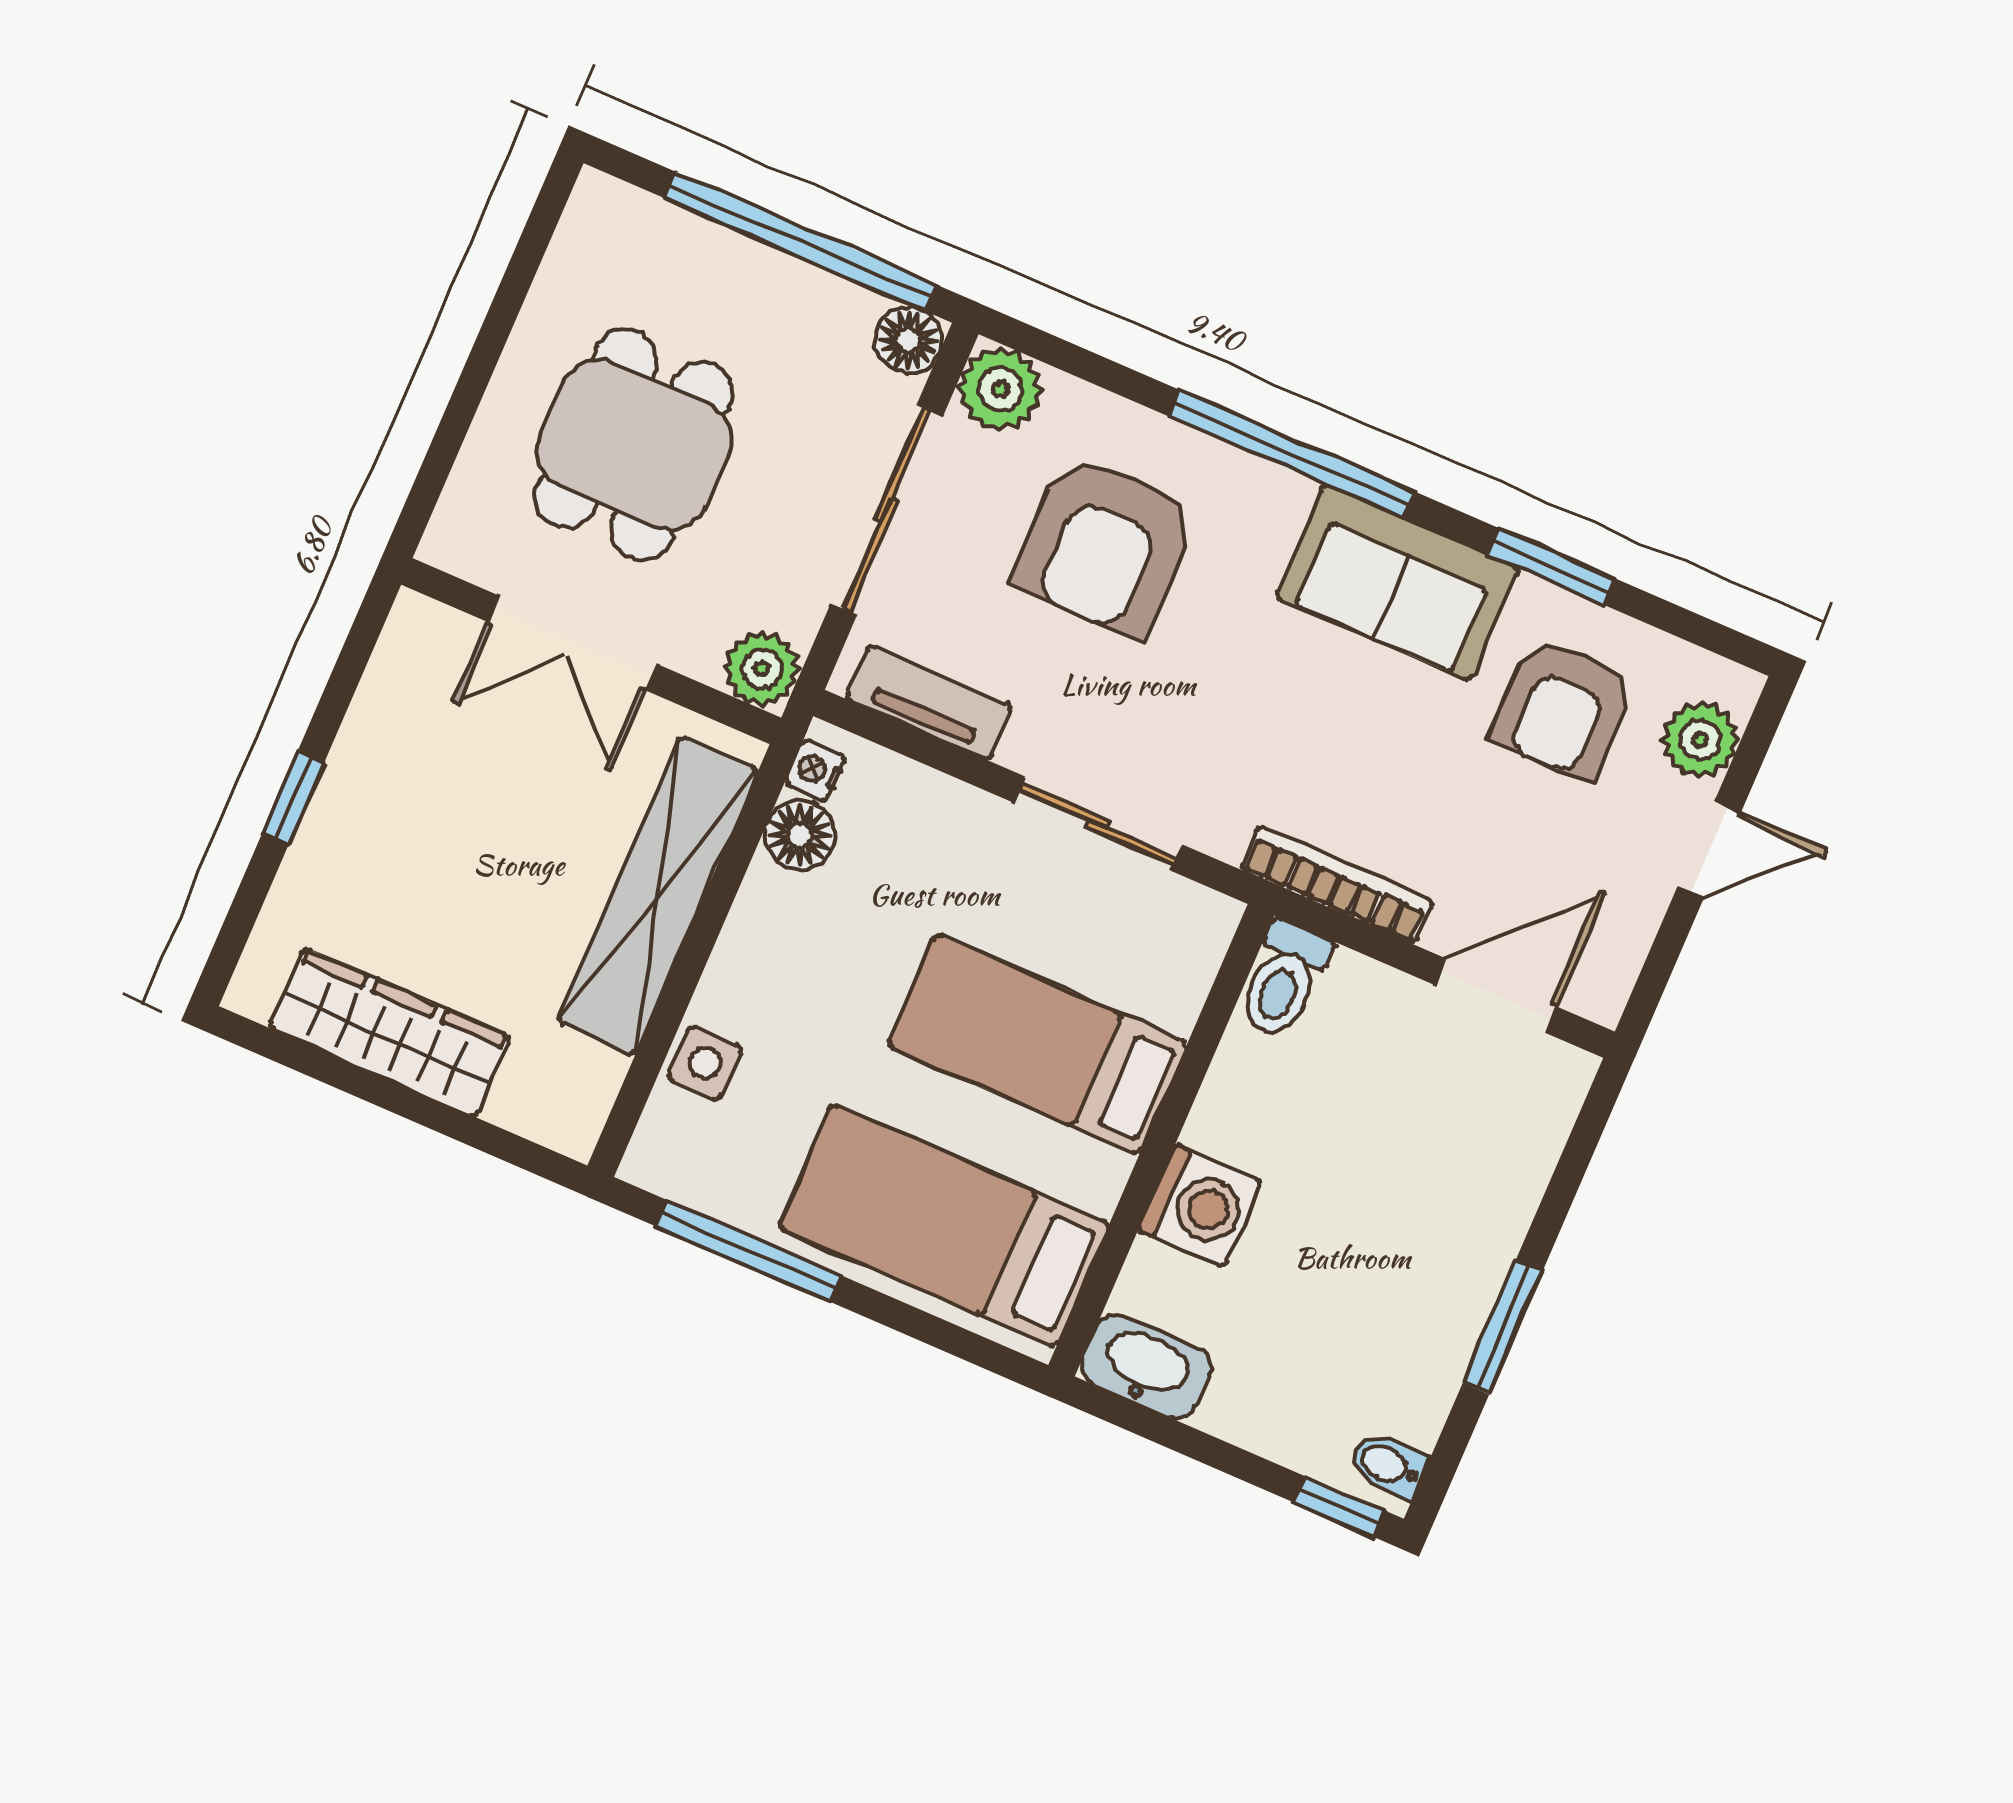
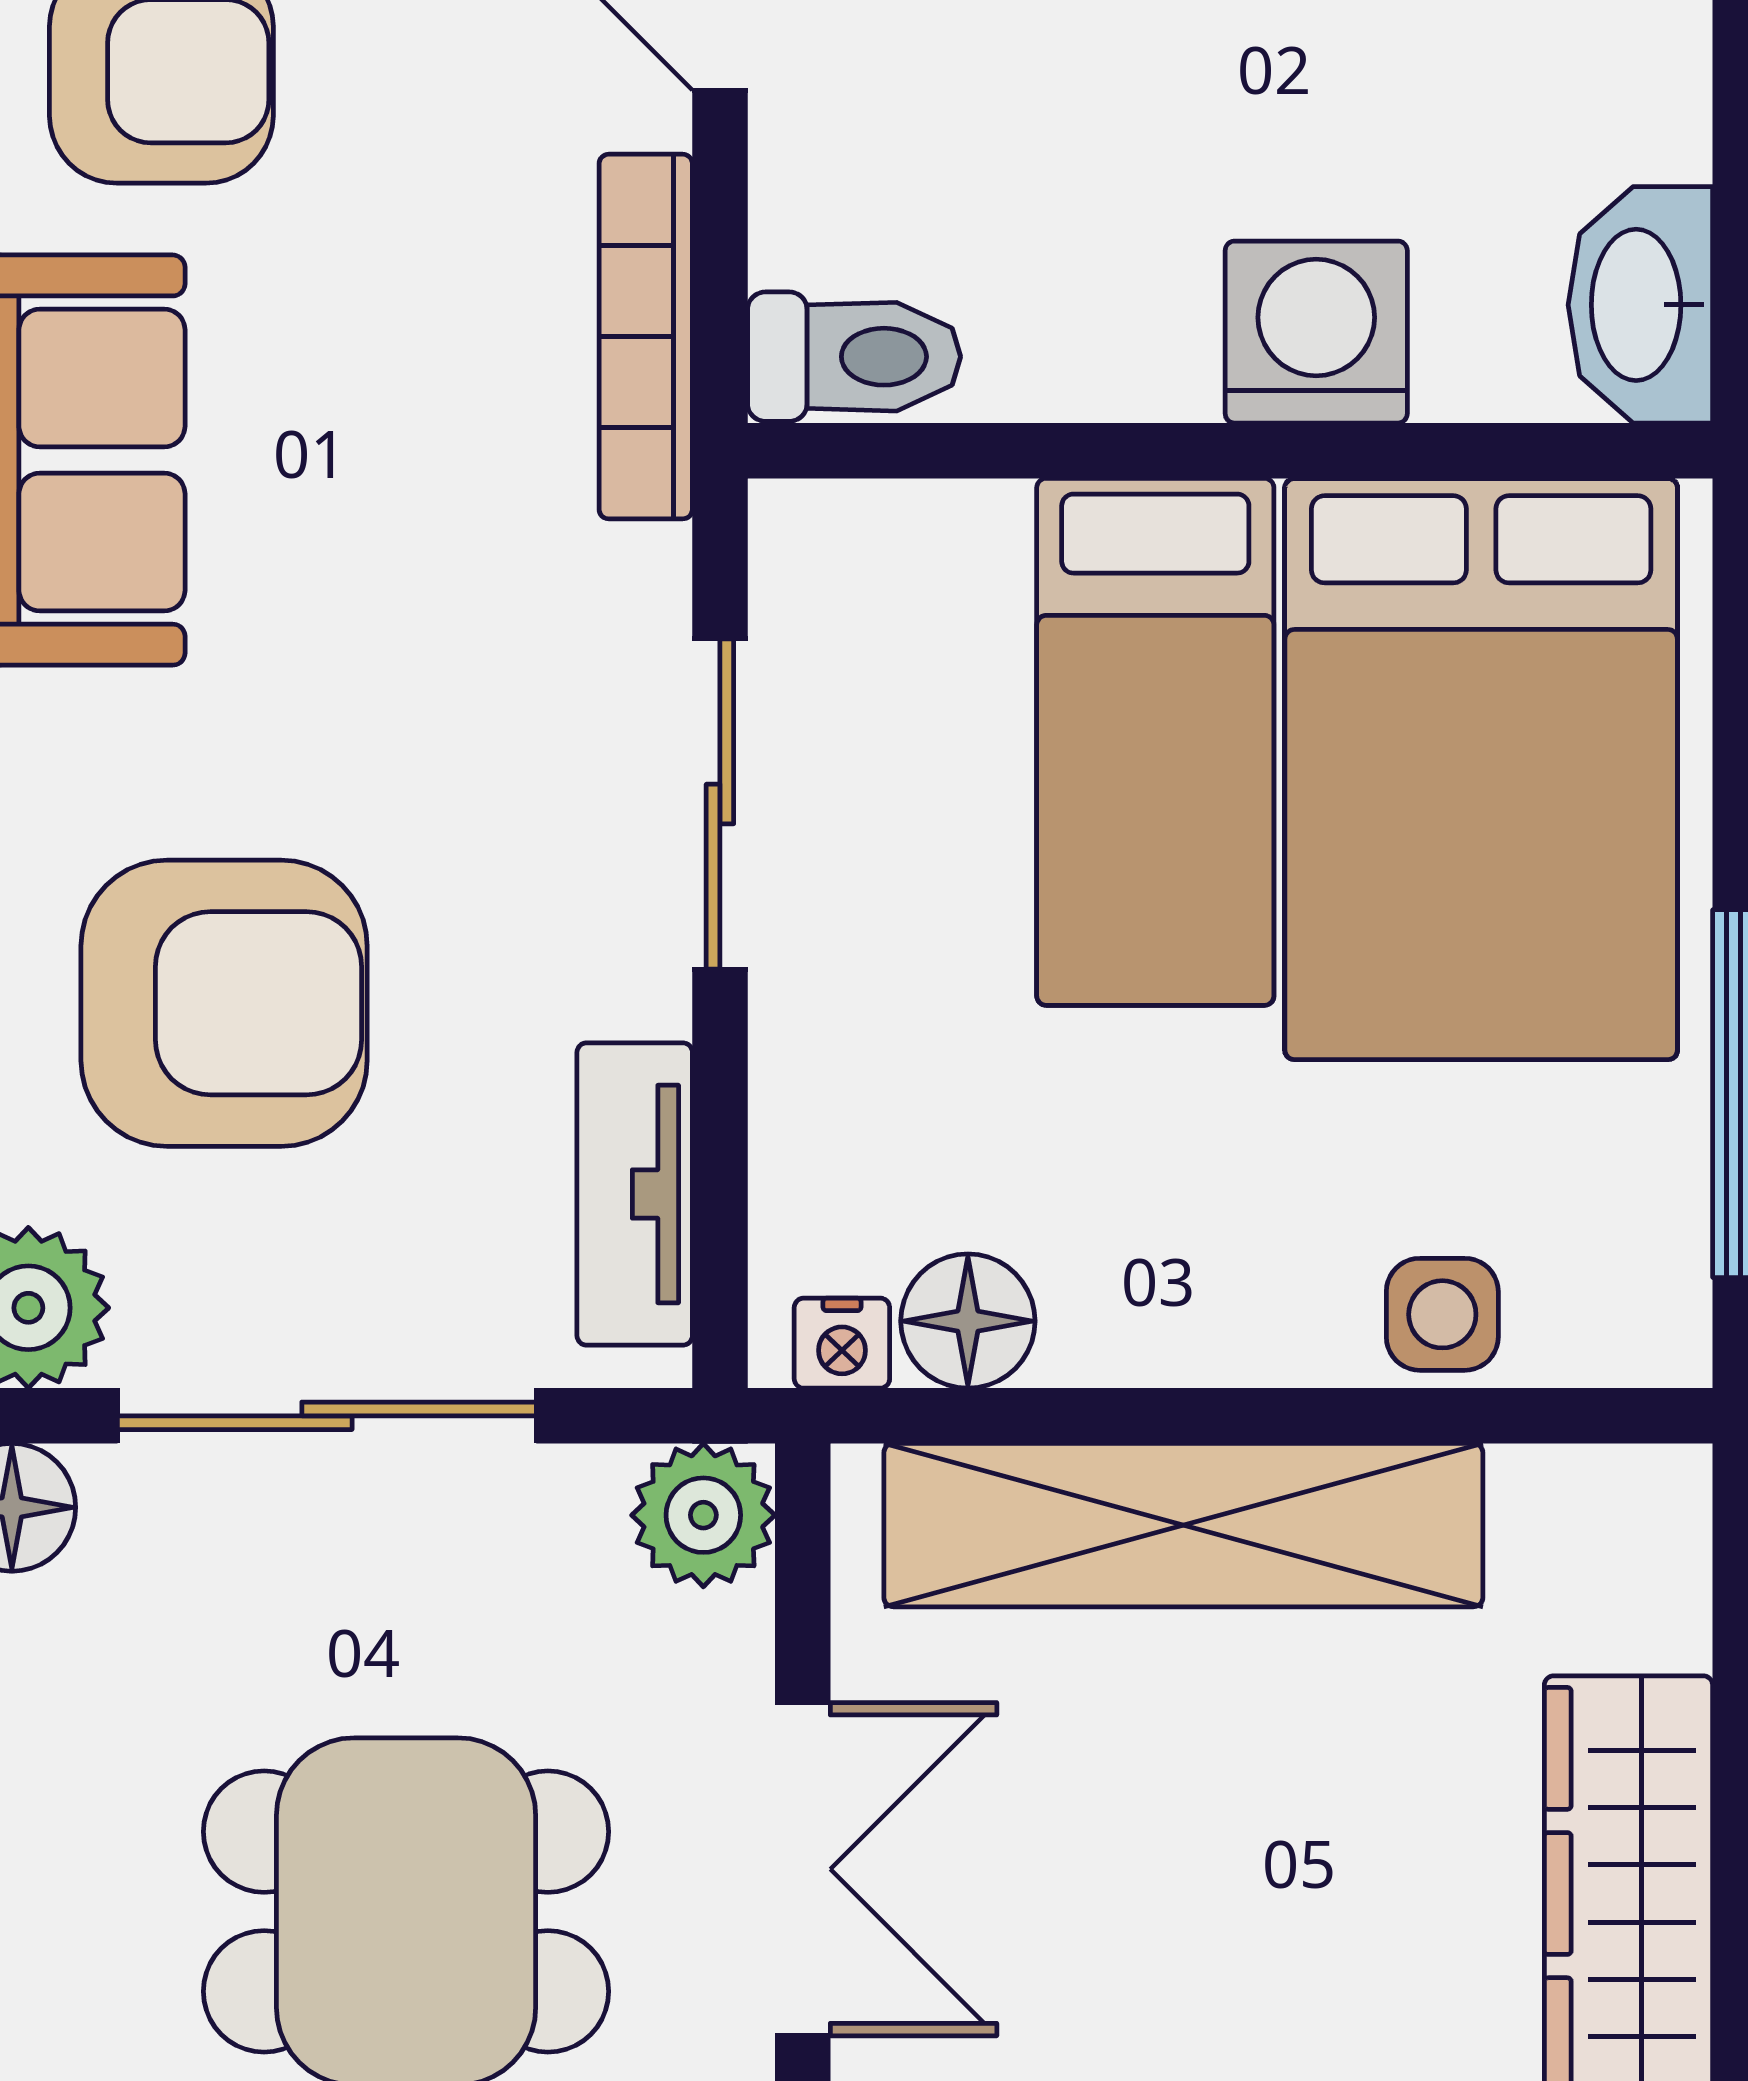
bed: (944, 1226) -> (1481, 769), width x1.50

